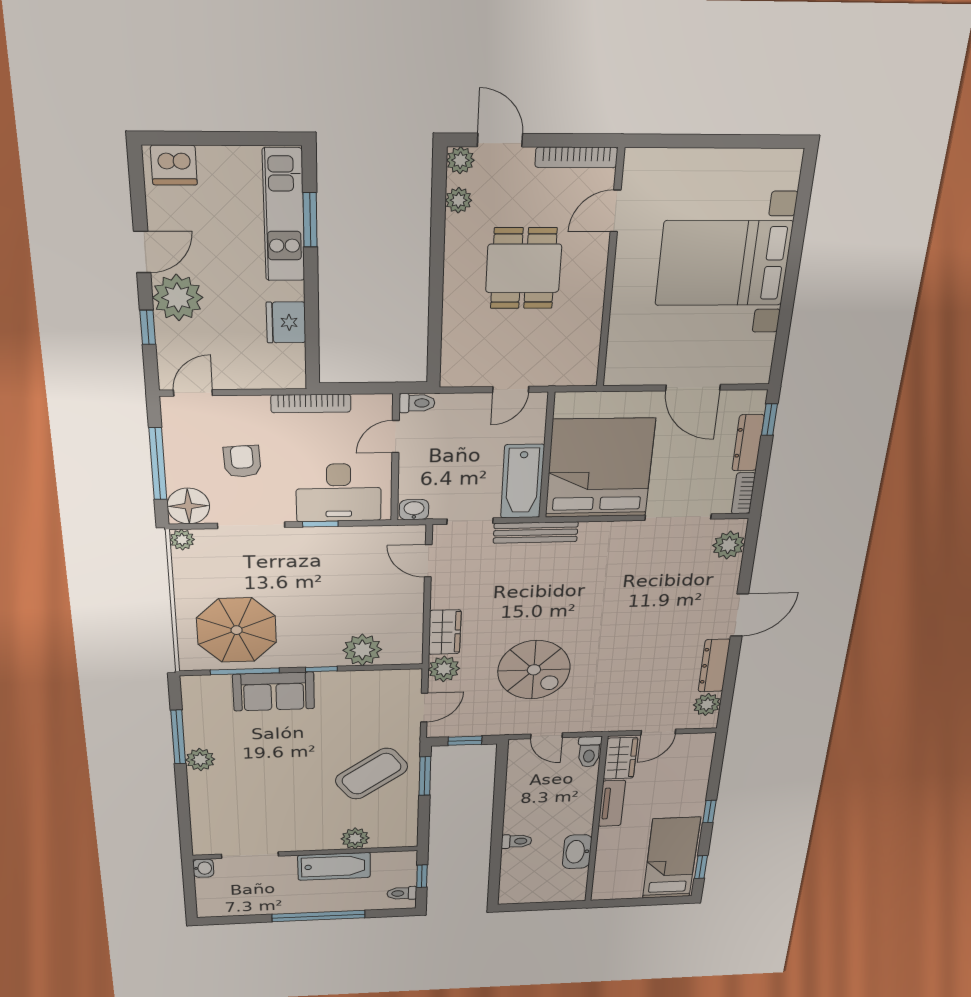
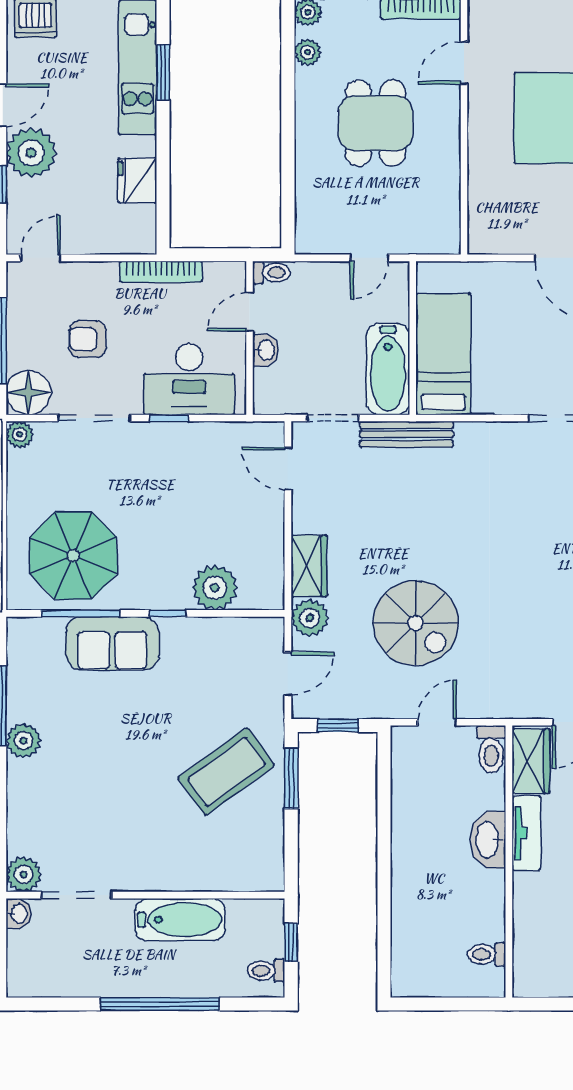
armchair: (242, 461) -> (88, 339), turned -87
bed: (600, 468) -> (443, 354), width x0.49
washbasin: (414, 510) -> (265, 350), moved, turned 90
door: (547, 736) -> (437, 722), swing flipped
plant: (355, 838) -> (24, 874), moved
toilet: (517, 841) -> (487, 954), moved, turned 180
washbasin: (577, 852) -> (488, 840), moved

